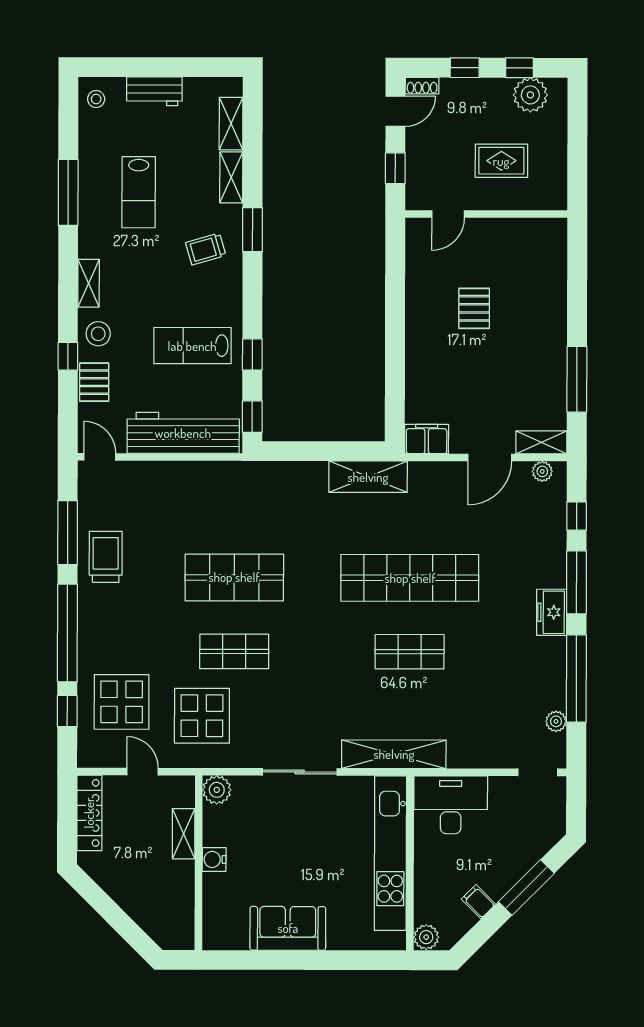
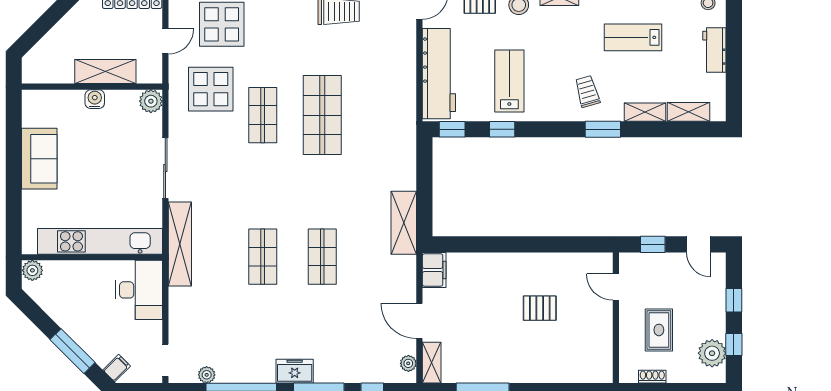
shoe rack: (422, 86) -> (652, 377), moved, turned 90
shop shelf: (410, 578) -> (322, 257), width x0.50, depth x0.74
shelving: (184, 834) -> (105, 71), width x1.50, depth x1.33
filing cabinet: (478, 902) -> (117, 368), moved

